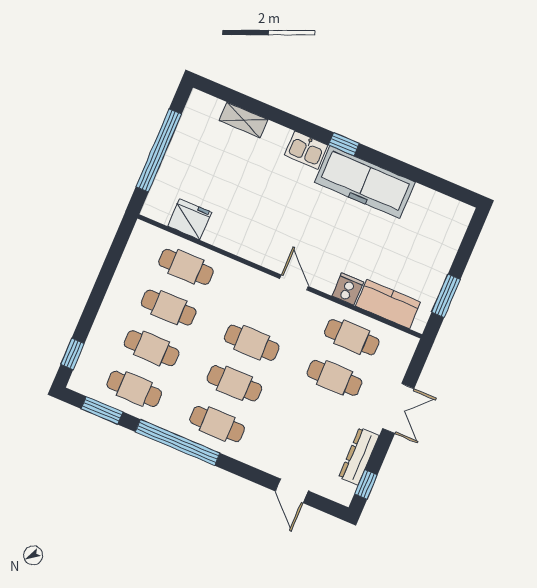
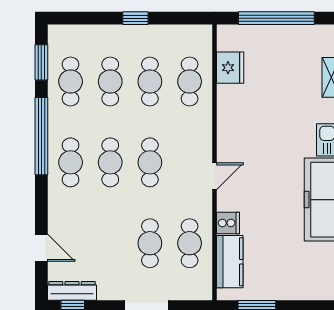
window: (72, 354) -> (135, 18), moved
dresser: (359, 456) -> (72, 291), moved
door: (292, 491) -> (41, 248), swing flipped

